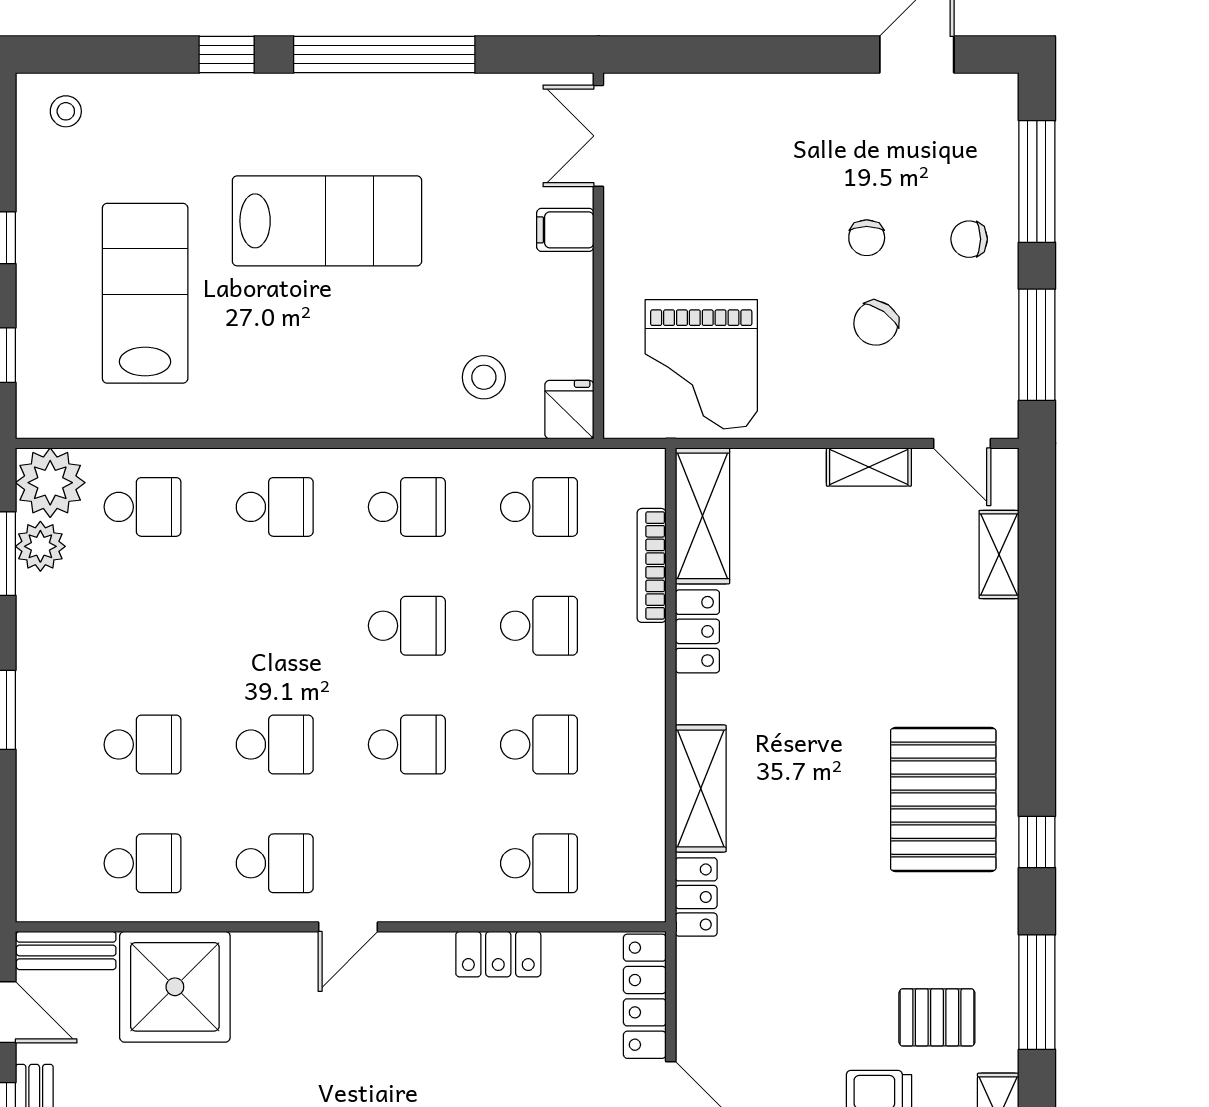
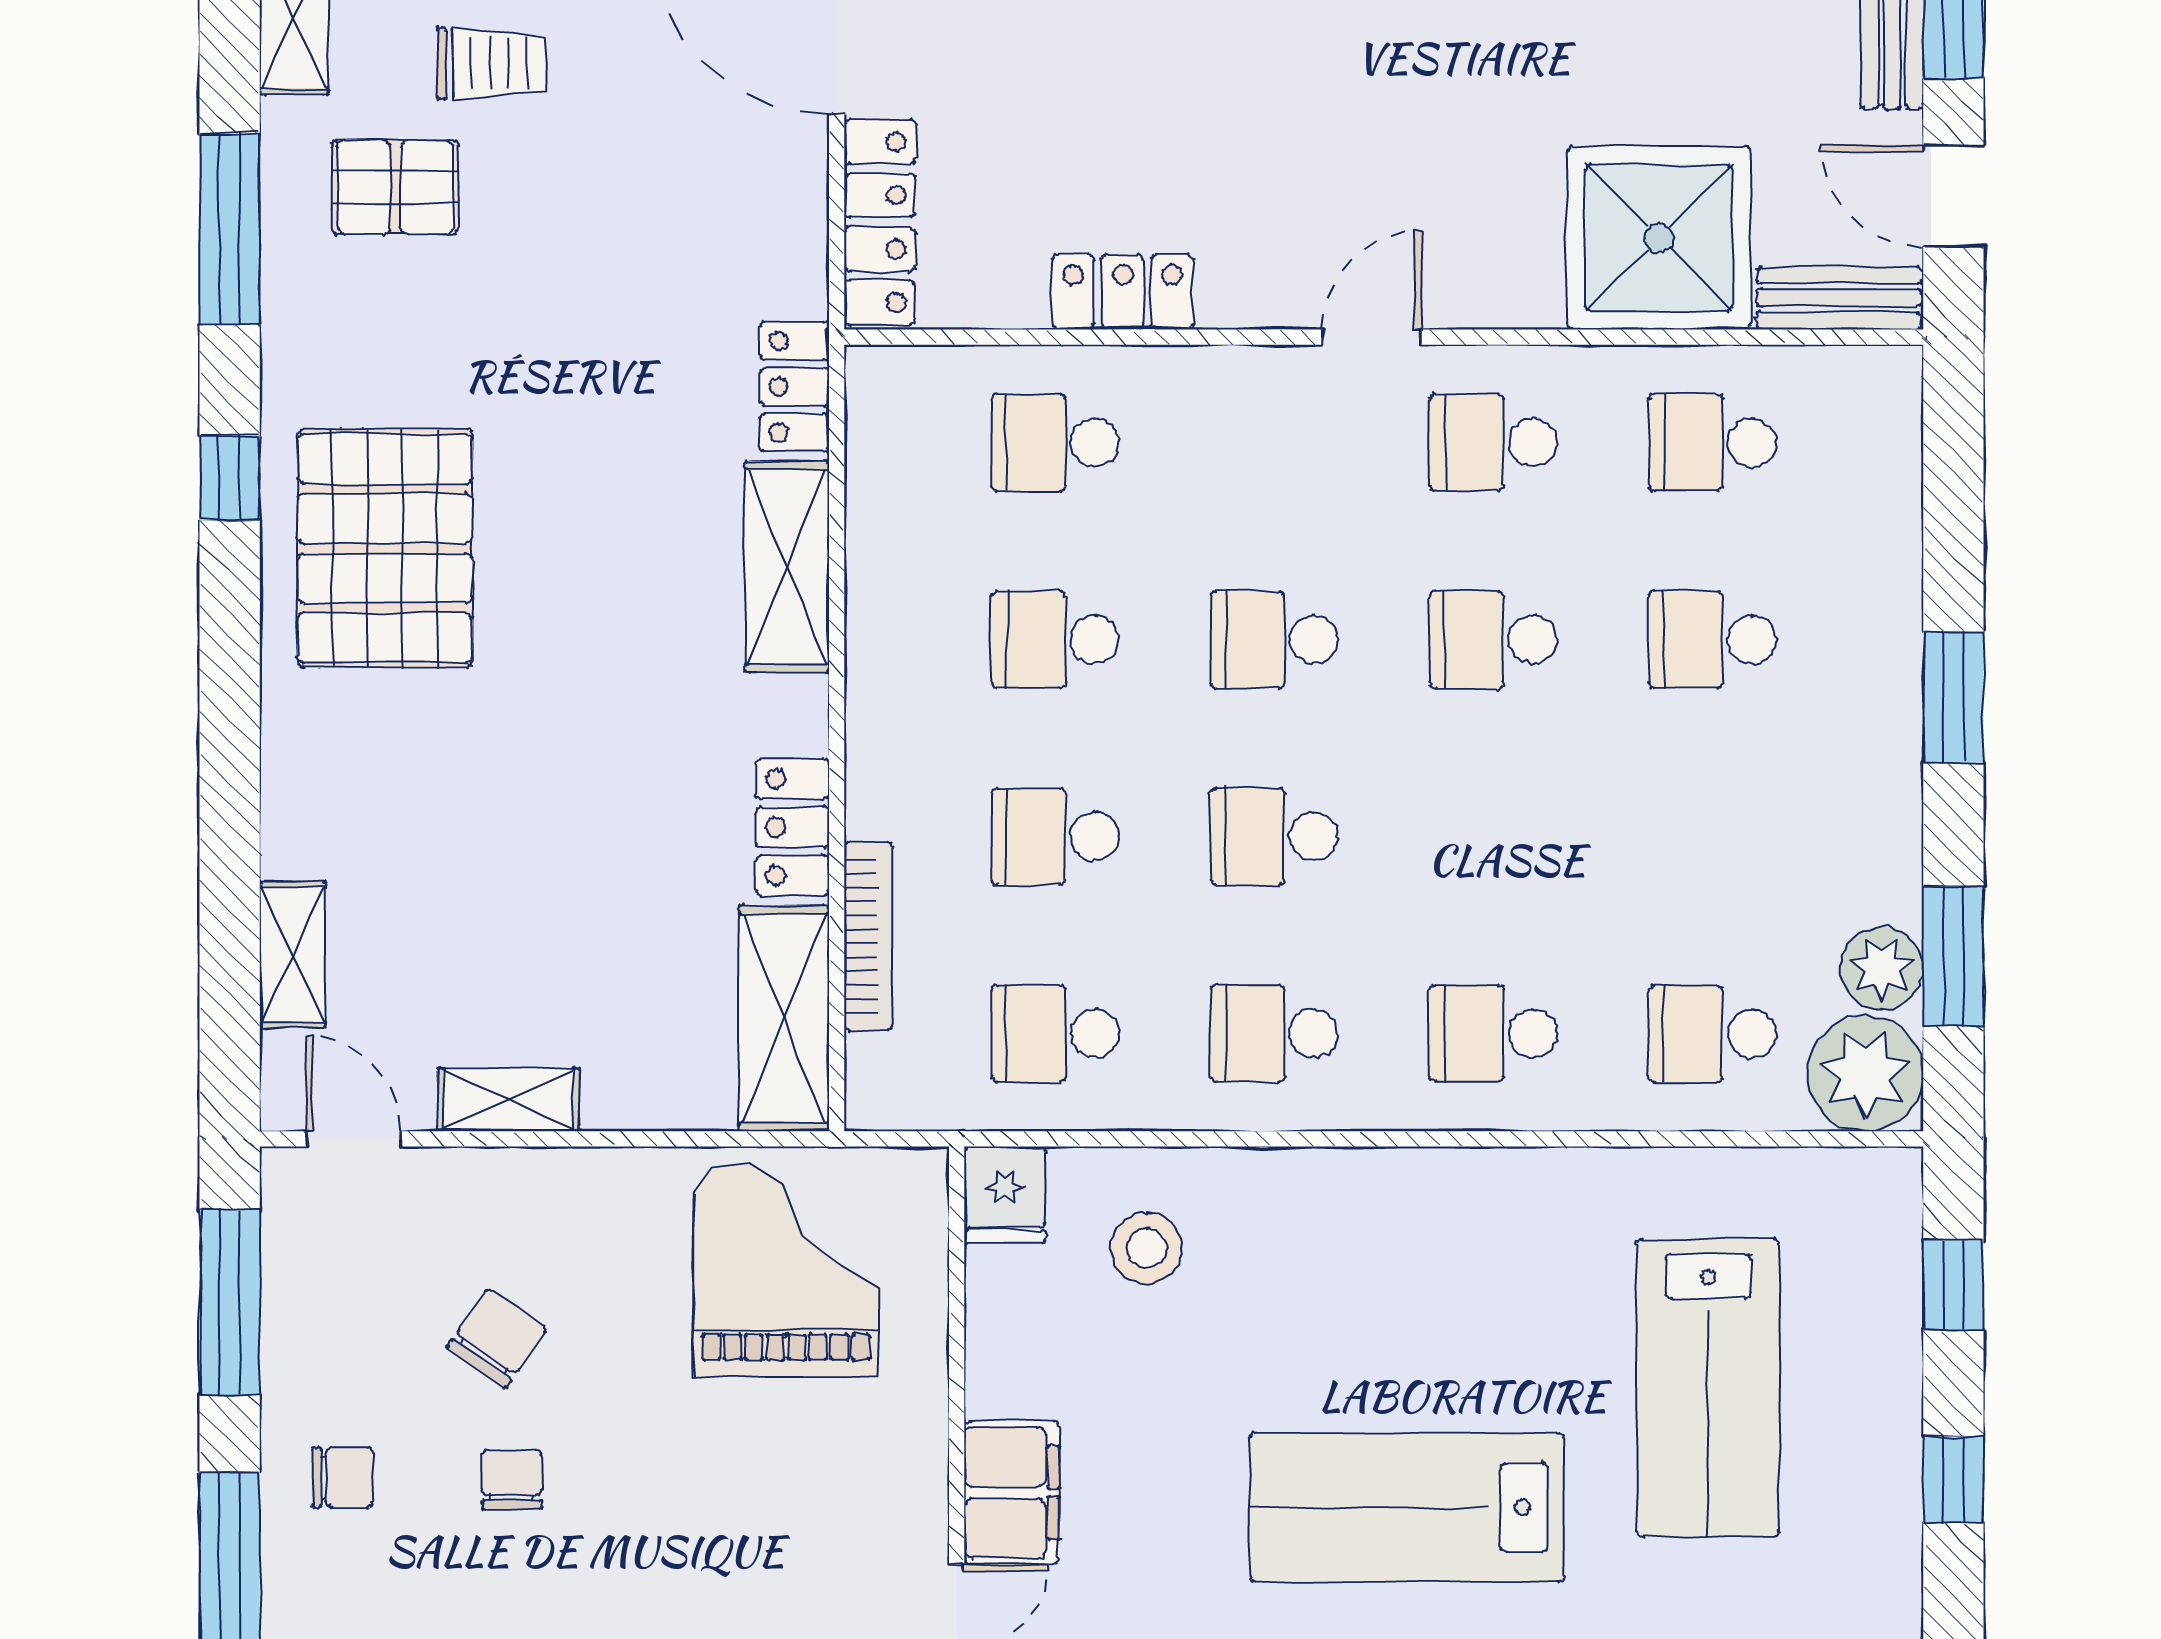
filing cabinet: (565, 230) -> (1012, 1493), width x2.00

